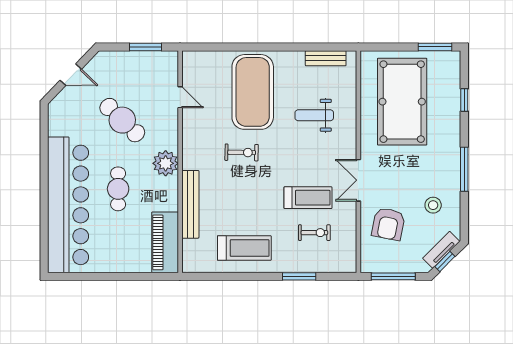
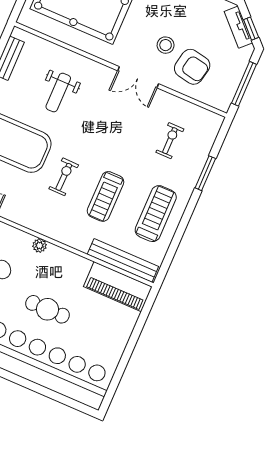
plant: (166, 163) -> (40, 246), width x0.53, depth x0.53
treadmill: (308, 198) -> (105, 196), moved, turned 180
bench: (190, 204) -> (123, 260), moved
stool: (433, 205) -> (166, 45), moved

